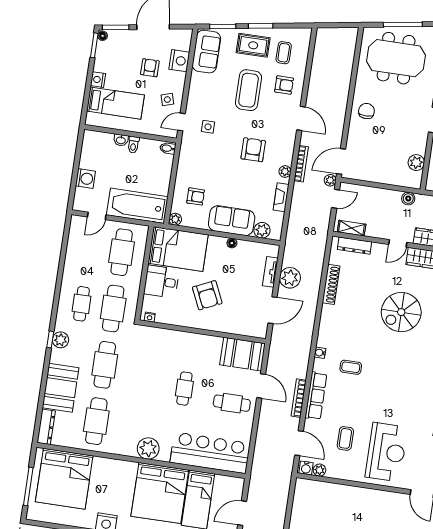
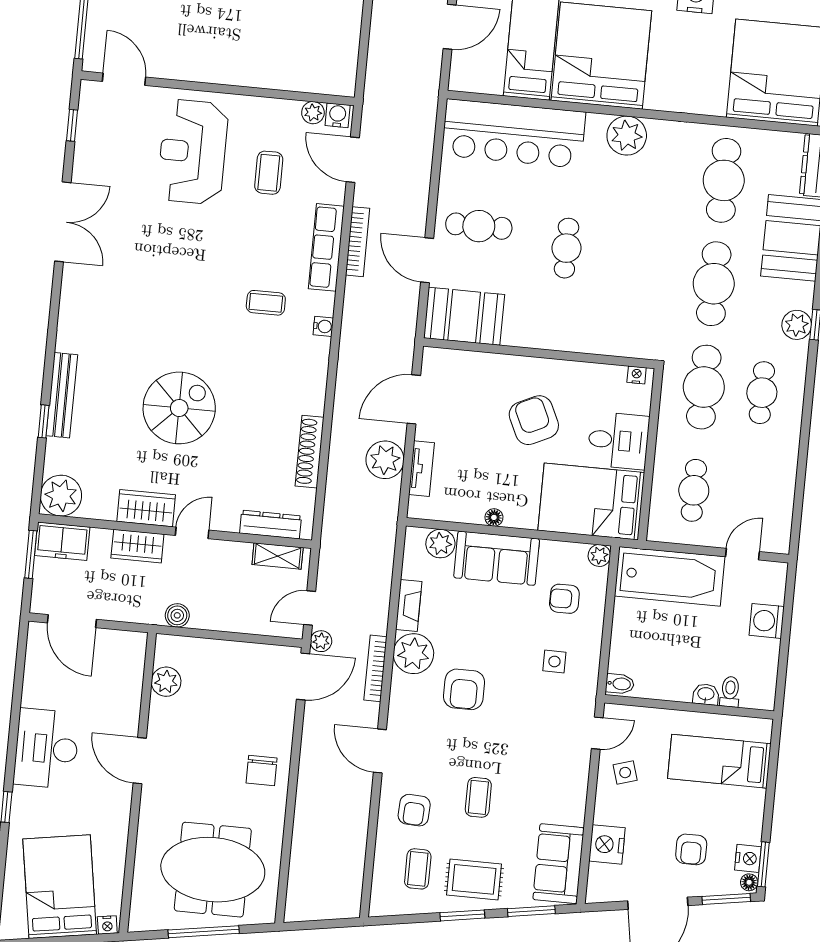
armchair: (150, 68) -> (691, 849), moved
nightstand: (98, 80) -> (748, 858), moved
armchair: (284, 85) -> (414, 810), turned -87
coffee table: (249, 90) -> (478, 797), width x0.54, depth x0.58
side table: (208, 127) -> (554, 662), moved
toilet: (133, 145) -> (730, 692), moved
plant: (285, 172) -> (413, 654), width x1.88, depth x1.88
cafe table: (122, 252) -> (694, 490), width x0.73, depth x0.74

